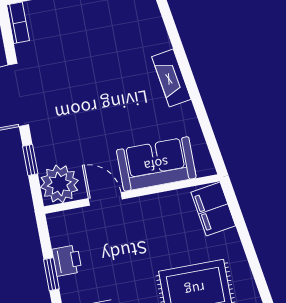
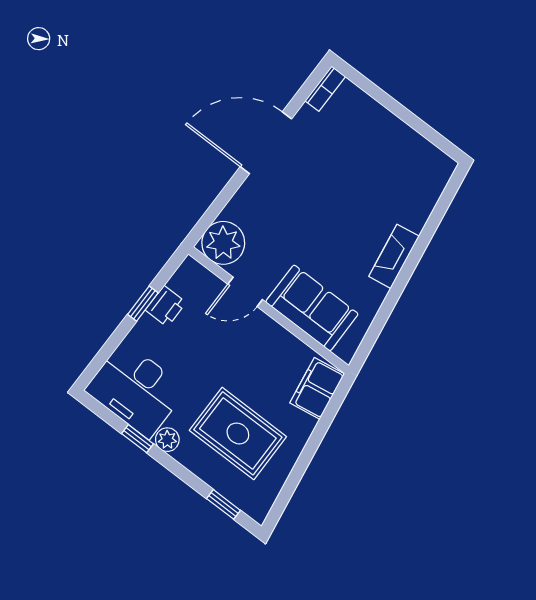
window: (30, 160) -> (221, 201), removed
door: (105, 199) -> (245, 292), swing flipped

